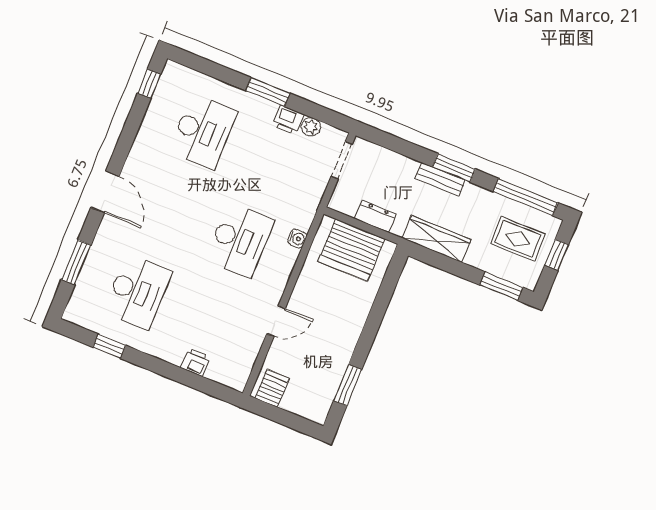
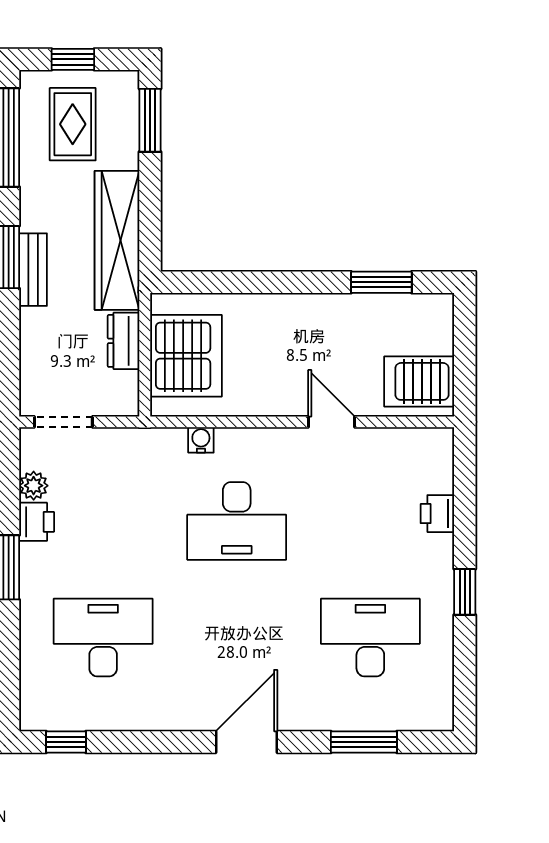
wardrobe: (437, 239) -> (117, 240), width x1.40, depth x1.17
desk: (240, 240) -> (237, 521), turned 180
window: (109, 346) -> (465, 592), moved
server rack: (272, 388) -> (419, 381), width x1.36, depth x1.44

